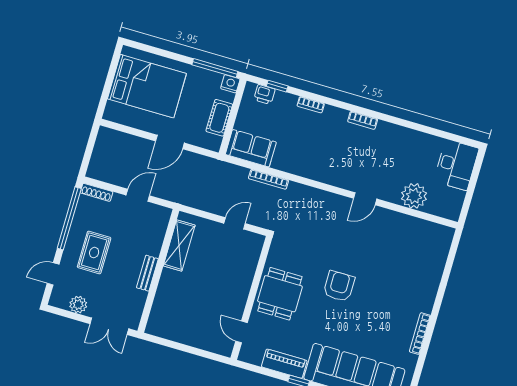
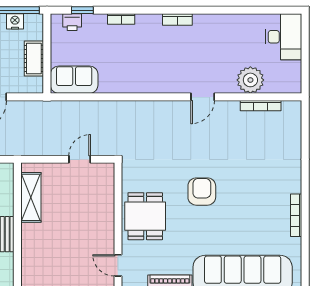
nightstand: (230, 84) -> (15, 21), moved
bookcase: (269, 179) -> (261, 106), moved

